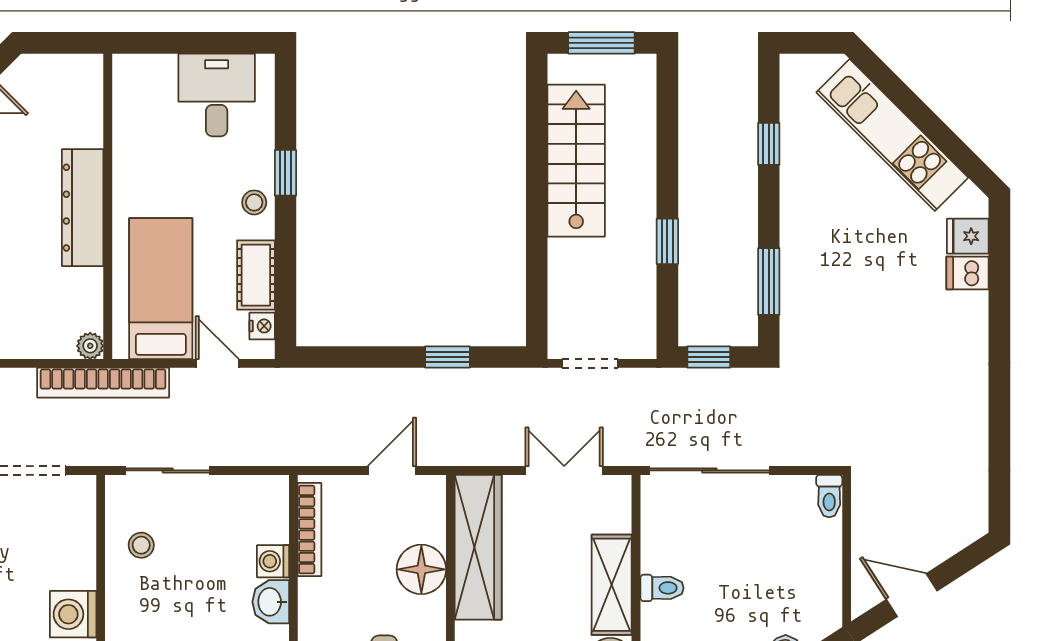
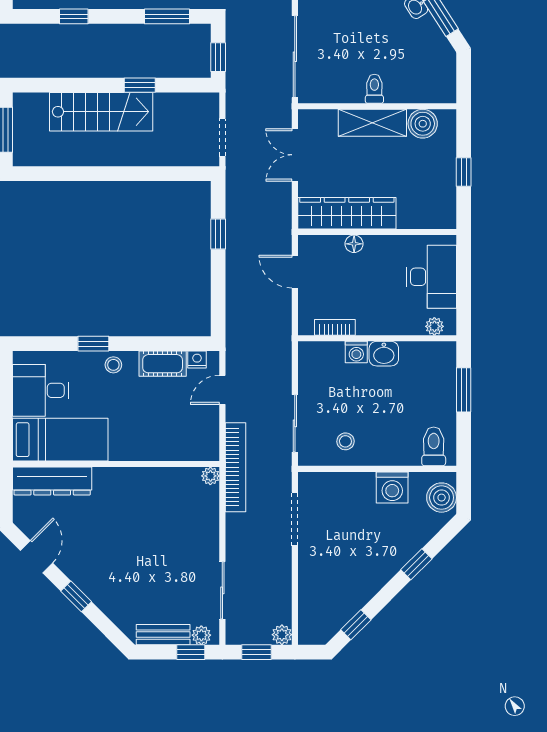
stairs: (576, 161) -> (101, 112), moved, turned 180
dresser: (83, 208) -> (52, 481), moved
bed: (161, 289) -> (60, 440), moved, turned 180
bookcase: (310, 530) -> (335, 327), width x0.64
floor lamp: (421, 569) -> (354, 244), width x0.53, depth x0.53

